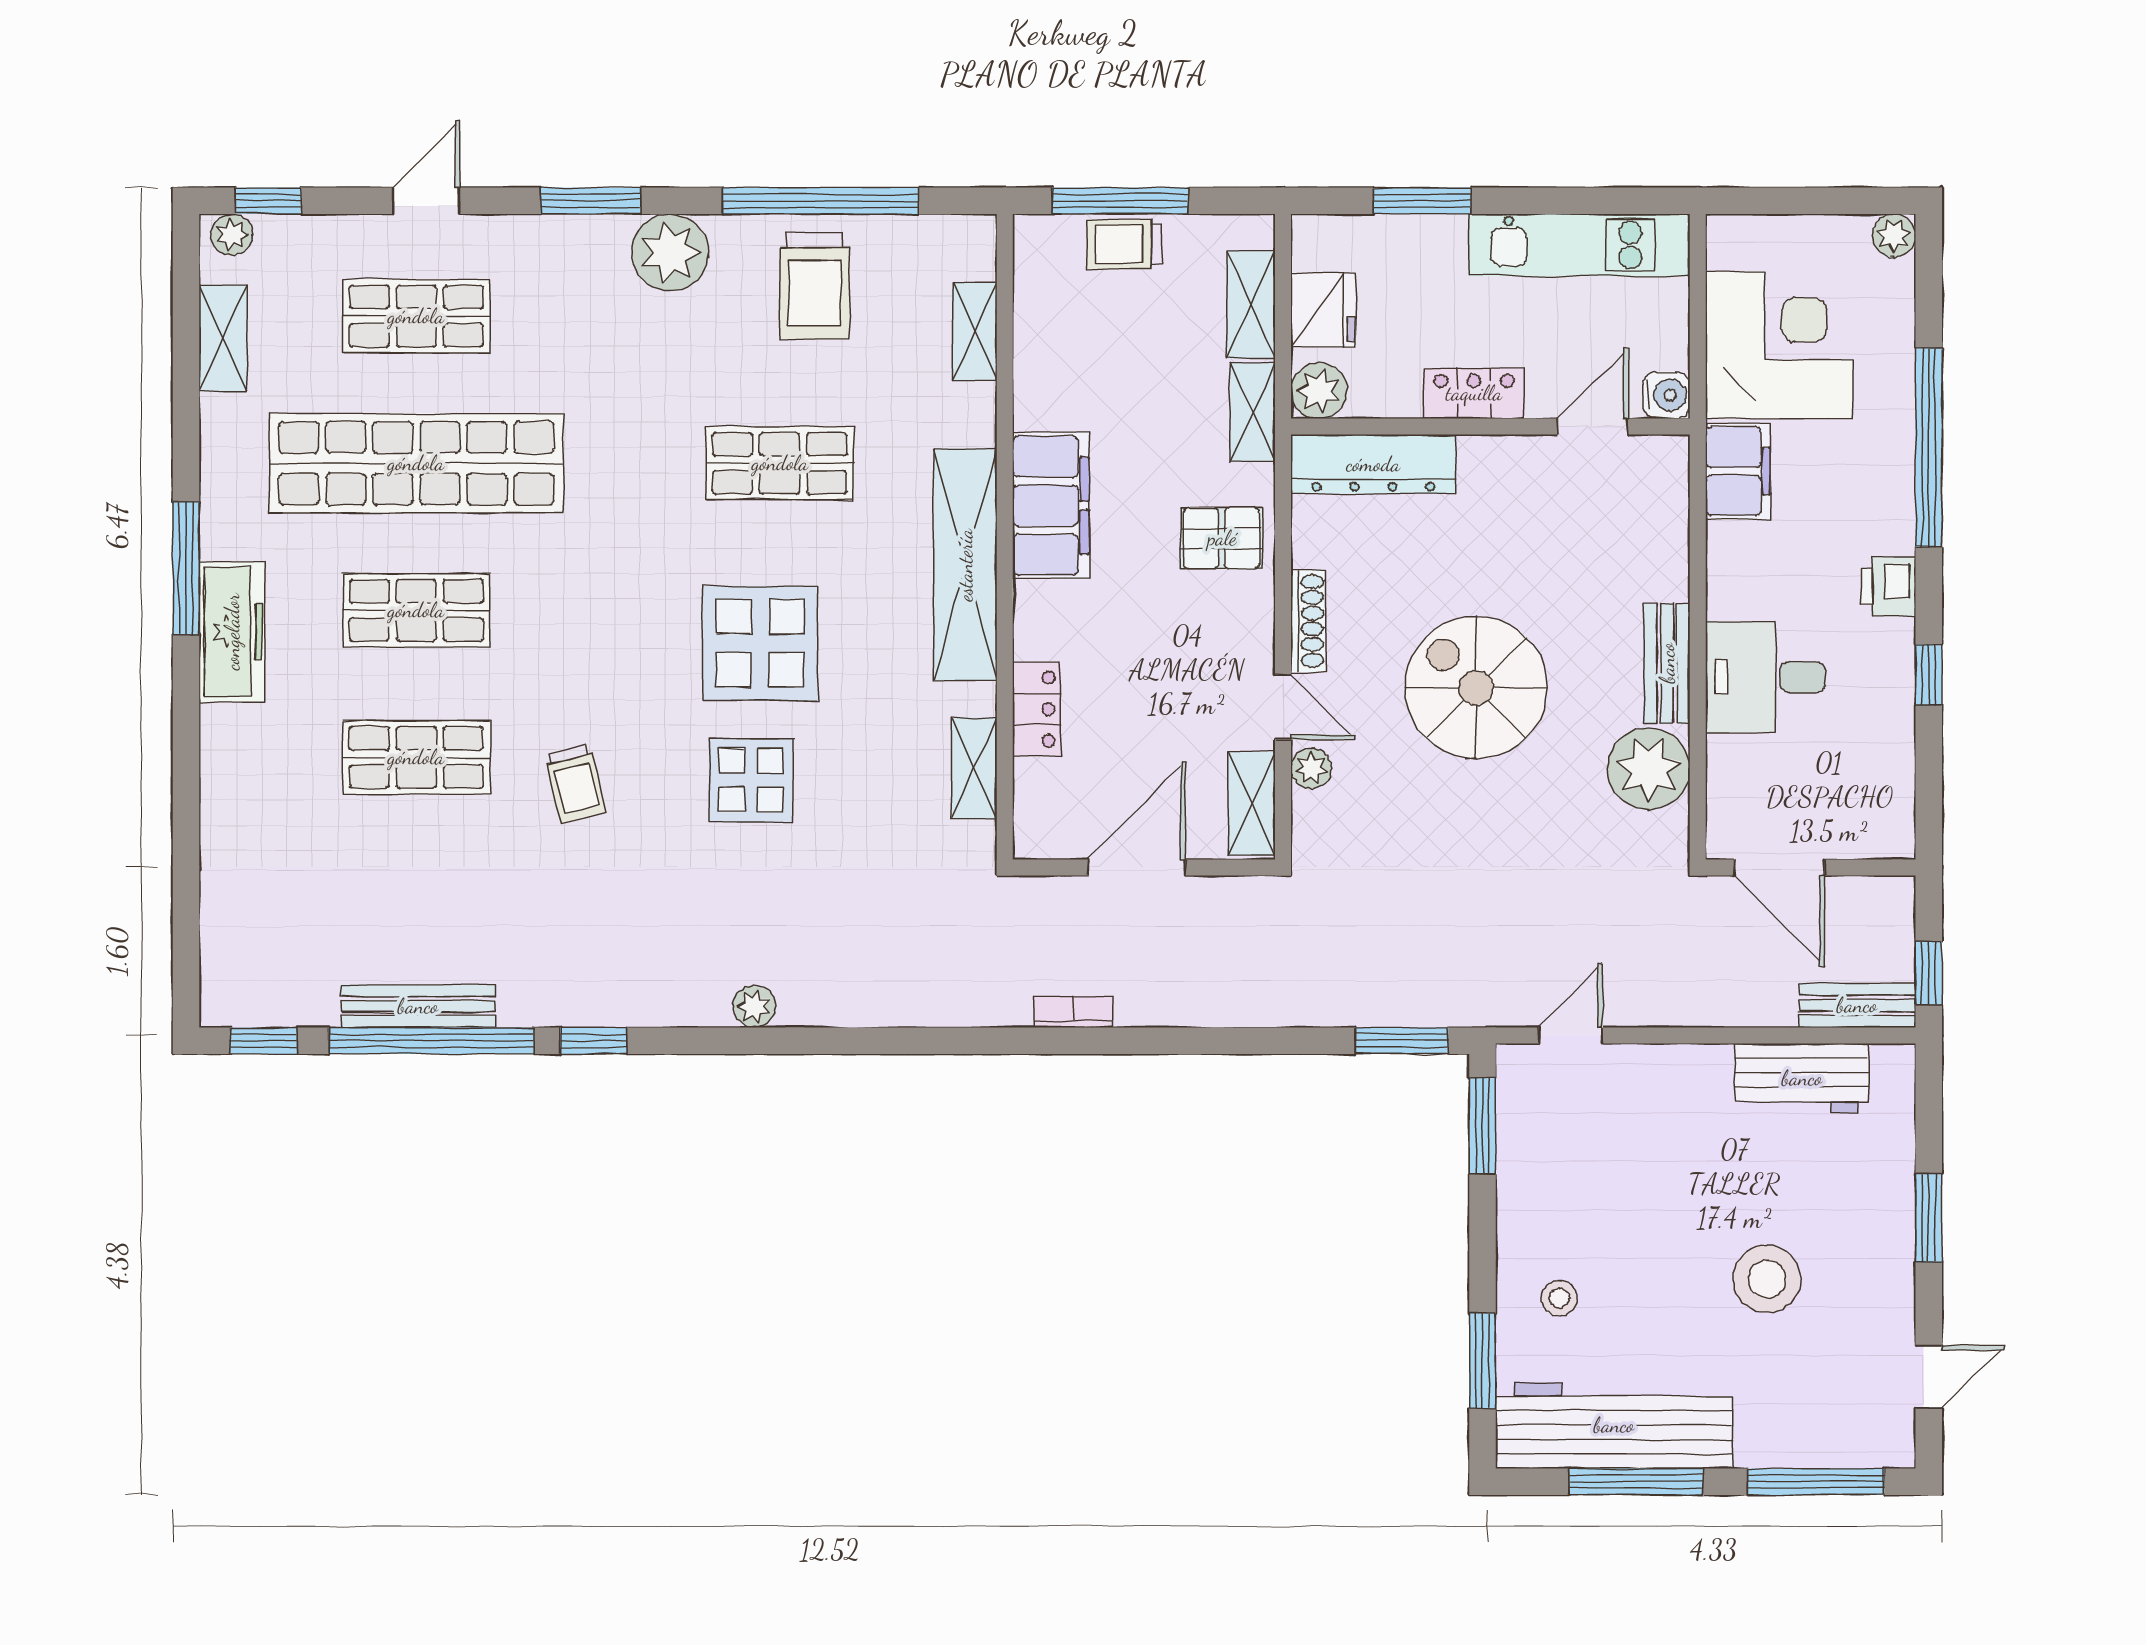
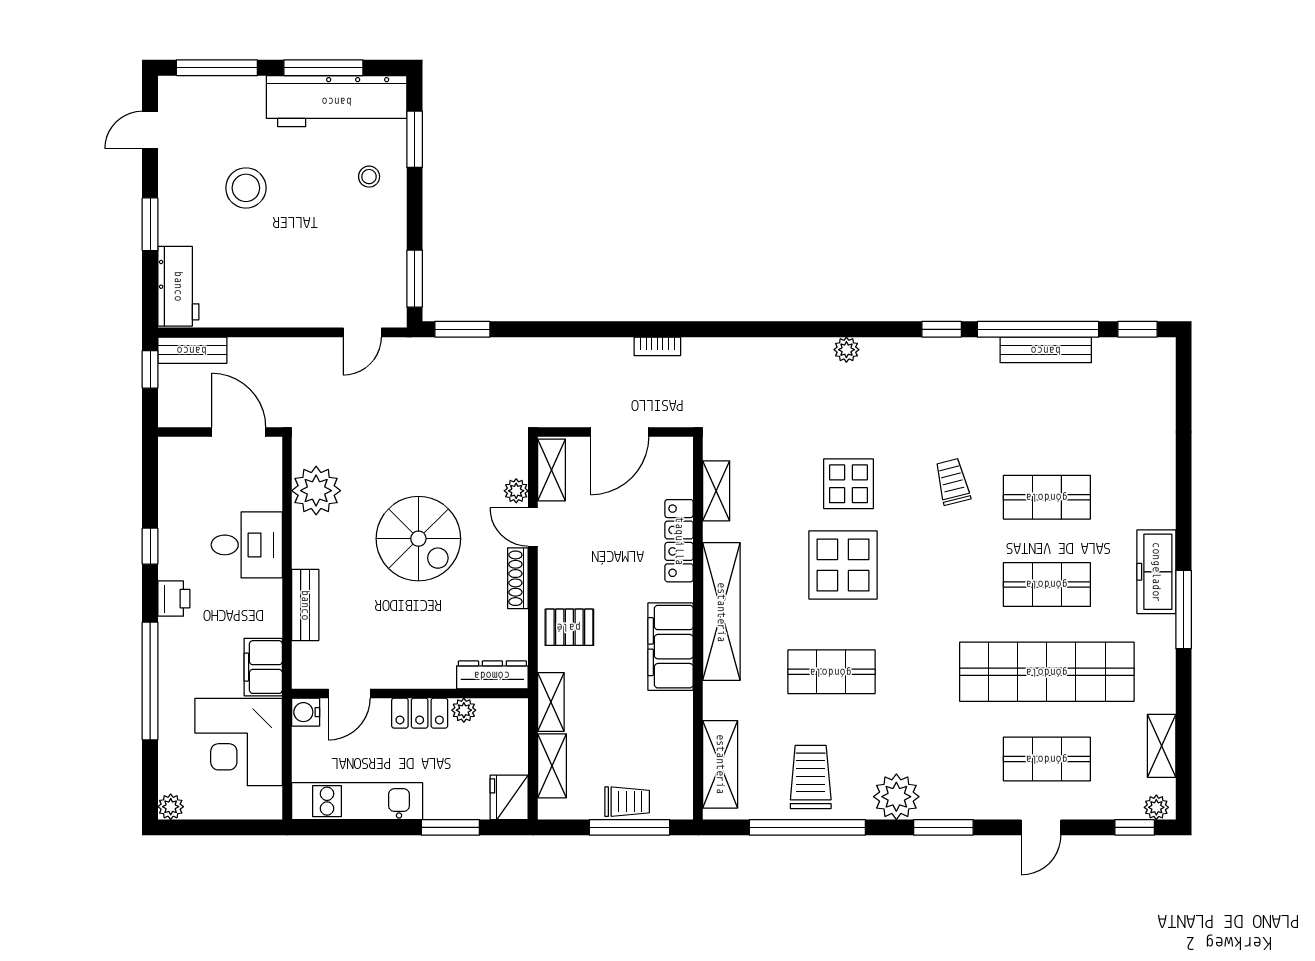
fridge: (1323, 310) -> (509, 797), moved
shelving: (975, 332) -> (720, 764), width x1.50, depth x1.33
plant: (1319, 391) -> (464, 710), moved, width x0.73, depth x0.73
dresser: (1373, 464) -> (492, 675), width x0.73, depth x0.80
bench: (1667, 663) -> (305, 605), moved
locker: (1037, 709) -> (679, 541), width x1.53
workbench: (1802, 1078) -> (178, 286), moved, turned 90

